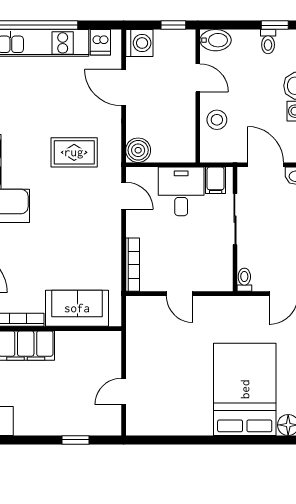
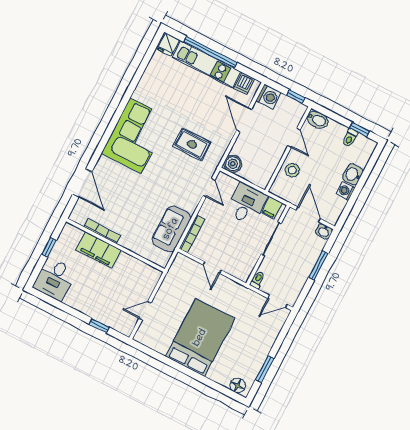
sofa: (77, 308) -> (171, 229), moved, turned -90
bed: (245, 389) -> (200, 338), moved

